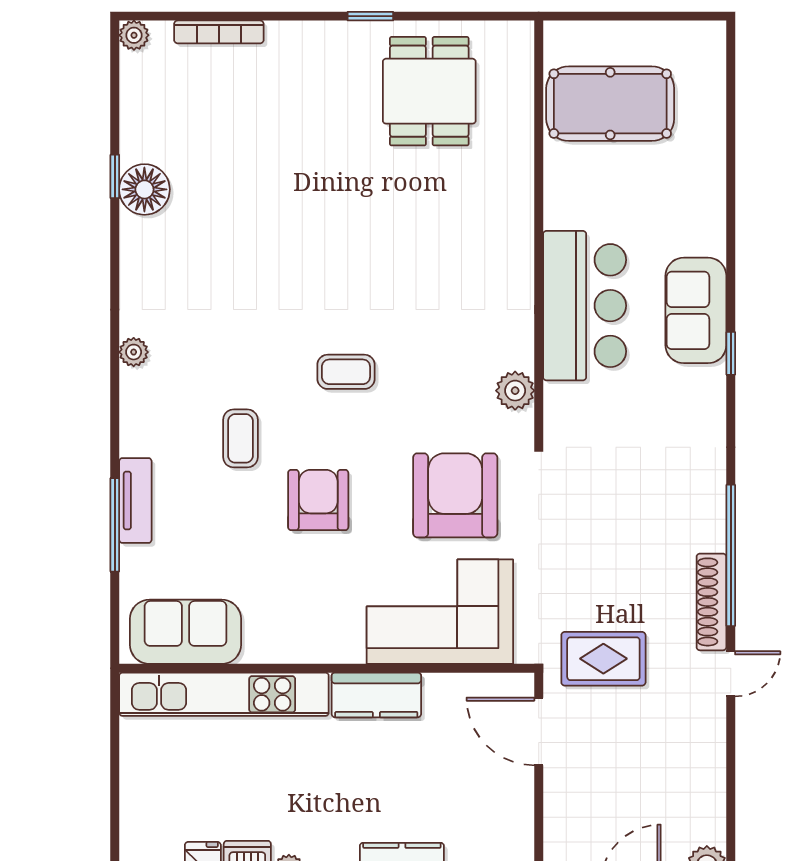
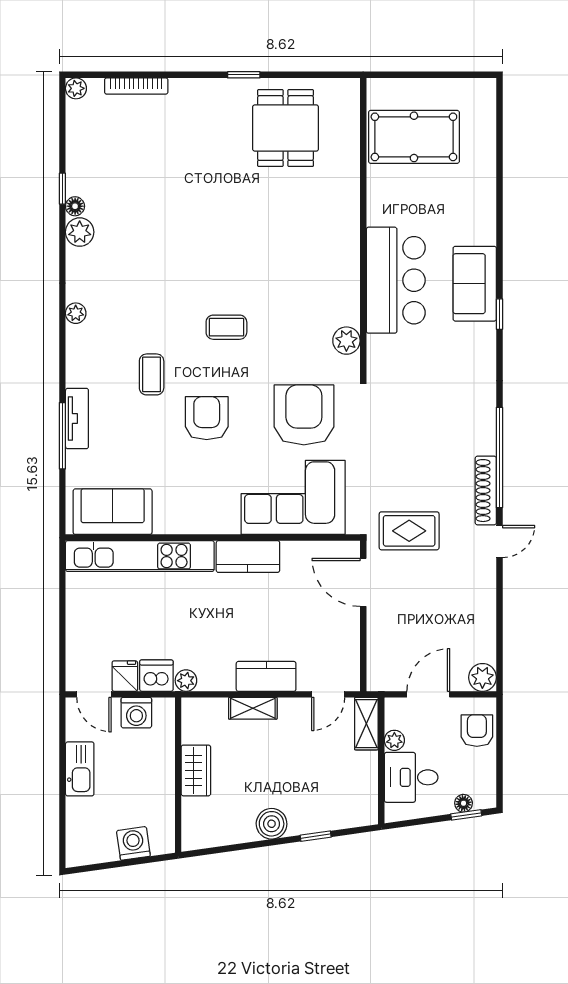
floor lamp: (144, 189) -> (75, 206), width x0.53, depth x0.53
plant: (139, 238) -> (80, 232), added

